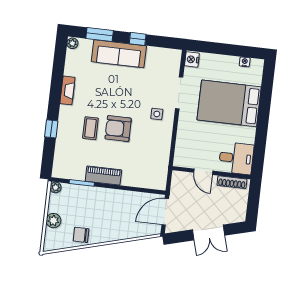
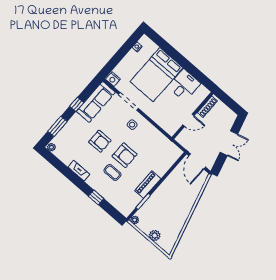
sofa: (119, 54) -> (96, 102), moved
armchair: (115, 91) -> (100, 141), added
armchair: (118, 129) -> (125, 155), turned -90
desk: (236, 158) -> (184, 85), moved
chair: (81, 235) -> (175, 224), removed

